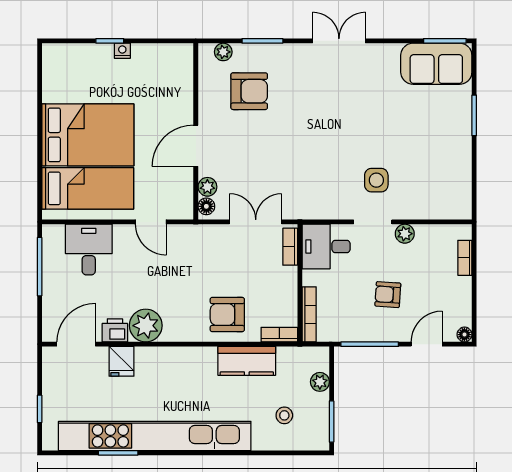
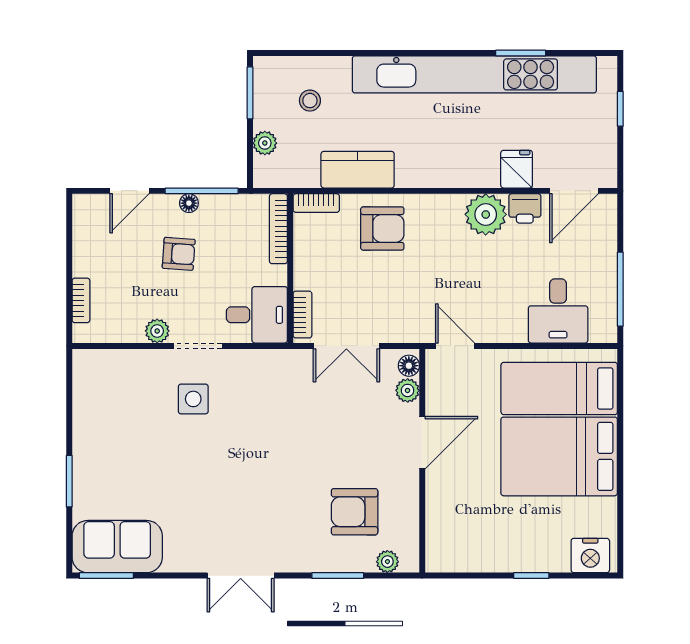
nightstand: (122, 51) -> (590, 555), moved, width x1.89, depth x1.79
door: (151, 222) -> (455, 346), moved
floor lamp: (464, 335) -> (189, 203), moved

